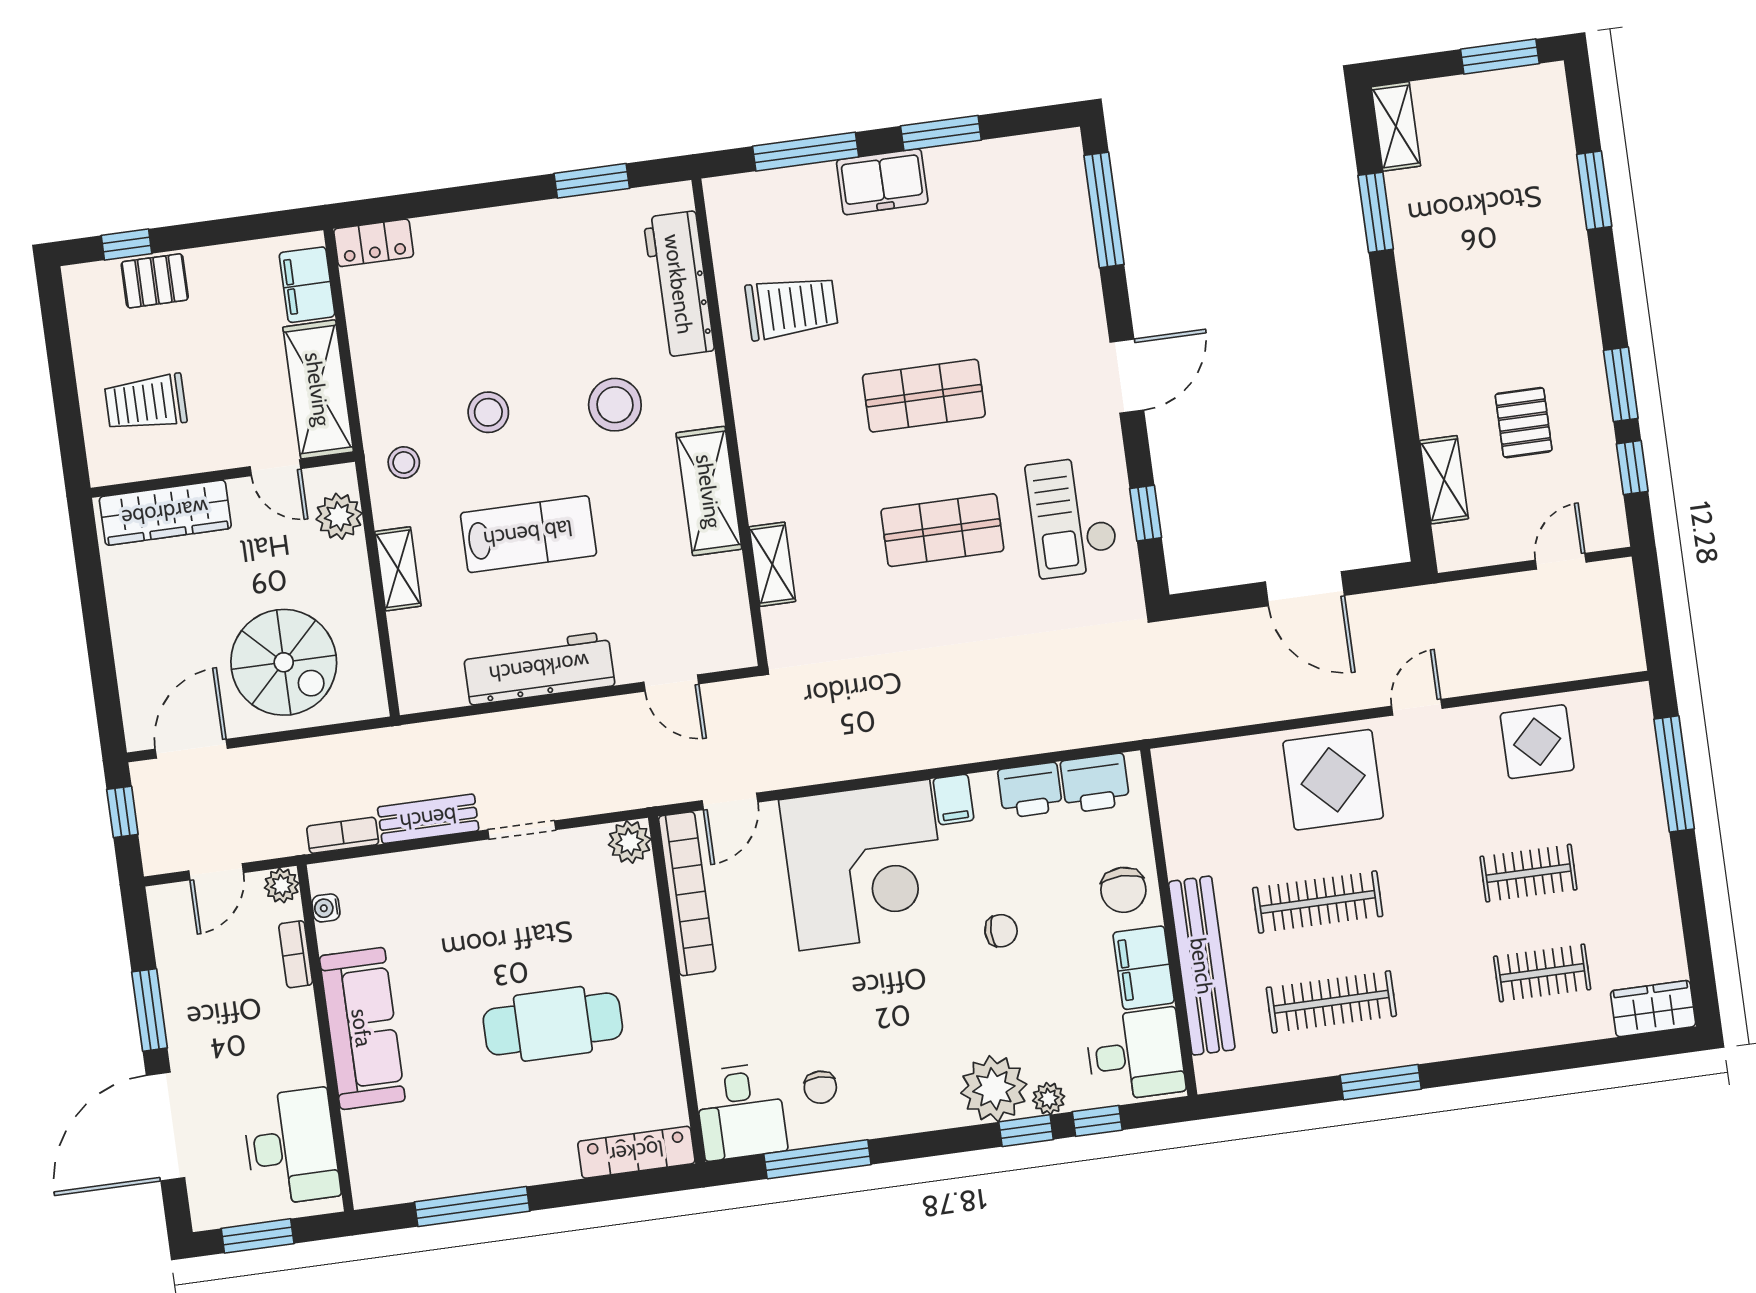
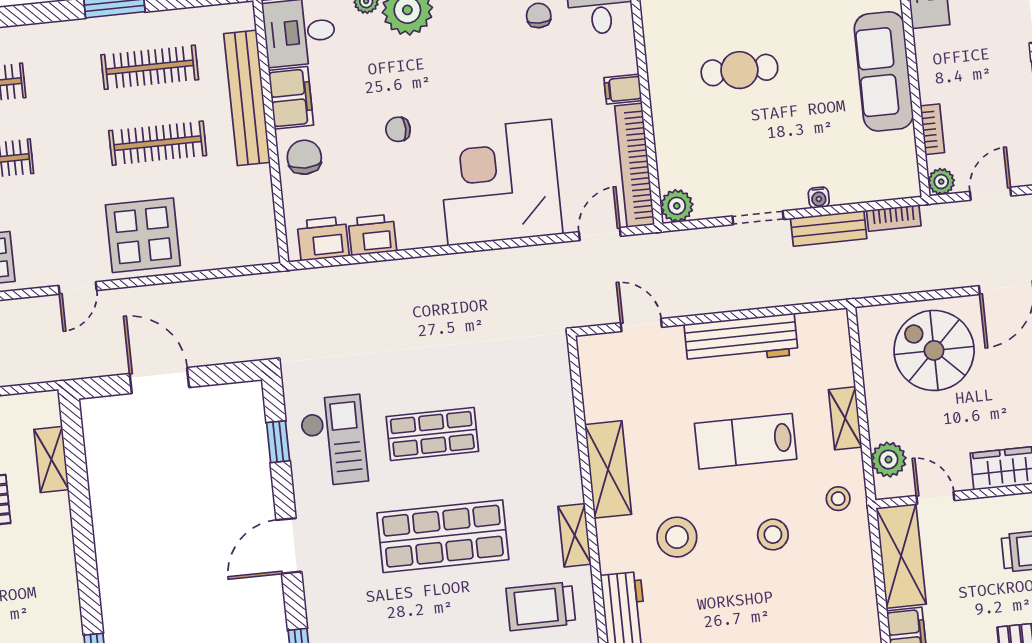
shop shelf: (924, 396) -> (443, 536), width x1.43, depth x1.36
shelving: (772, 564) -> (575, 535), moved
filing cabinet: (954, 799) -> (623, 89), moved, turned -90
water cooler: (326, 908) -> (819, 197), moved, turned 90
cafe table: (553, 1024) -> (739, 70), width x0.73, depth x0.74

